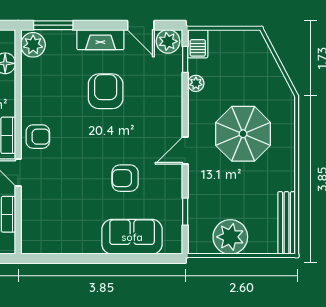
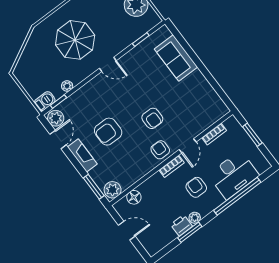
armchair: (125, 178) -> (152, 118), moved

